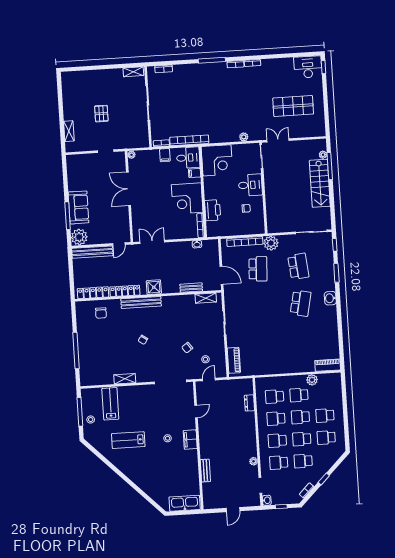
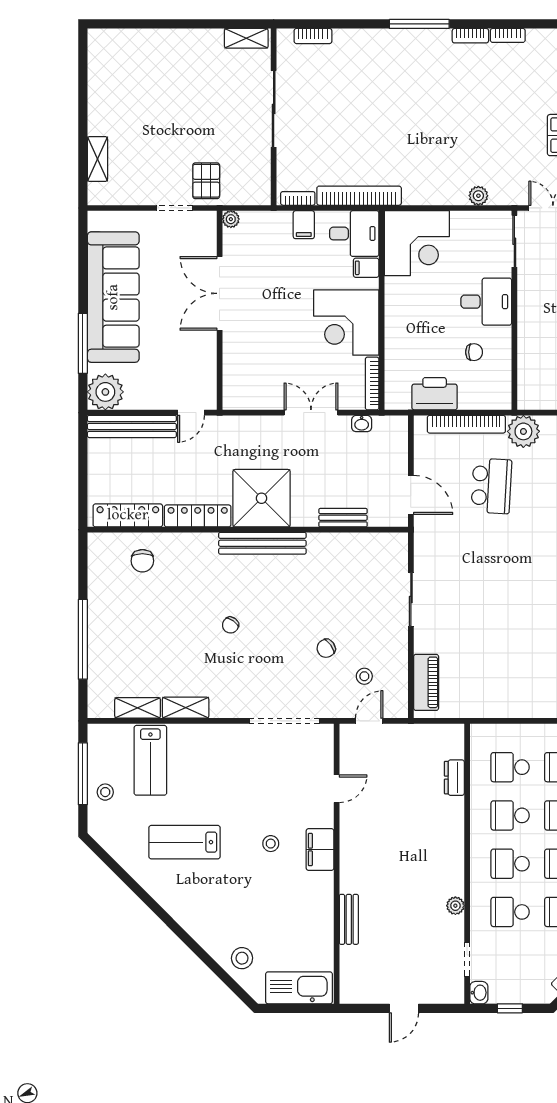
pallet: (101, 114) -> (206, 181), moved
sofa: (78, 207) -> (113, 297), width x1.85, depth x1.27
printer: (213, 210) -> (435, 394), moved, turned -90
double door: (152, 242) -> (311, 413), moved
shower: (154, 287) -> (262, 498), width x1.86, depth x1.86
shelving: (206, 298) -> (138, 708), moved
bench: (141, 302) -> (262, 543), moved
lab bench: (110, 404) -> (150, 760), turned 180
stool: (158, 491) -> (242, 958), added

